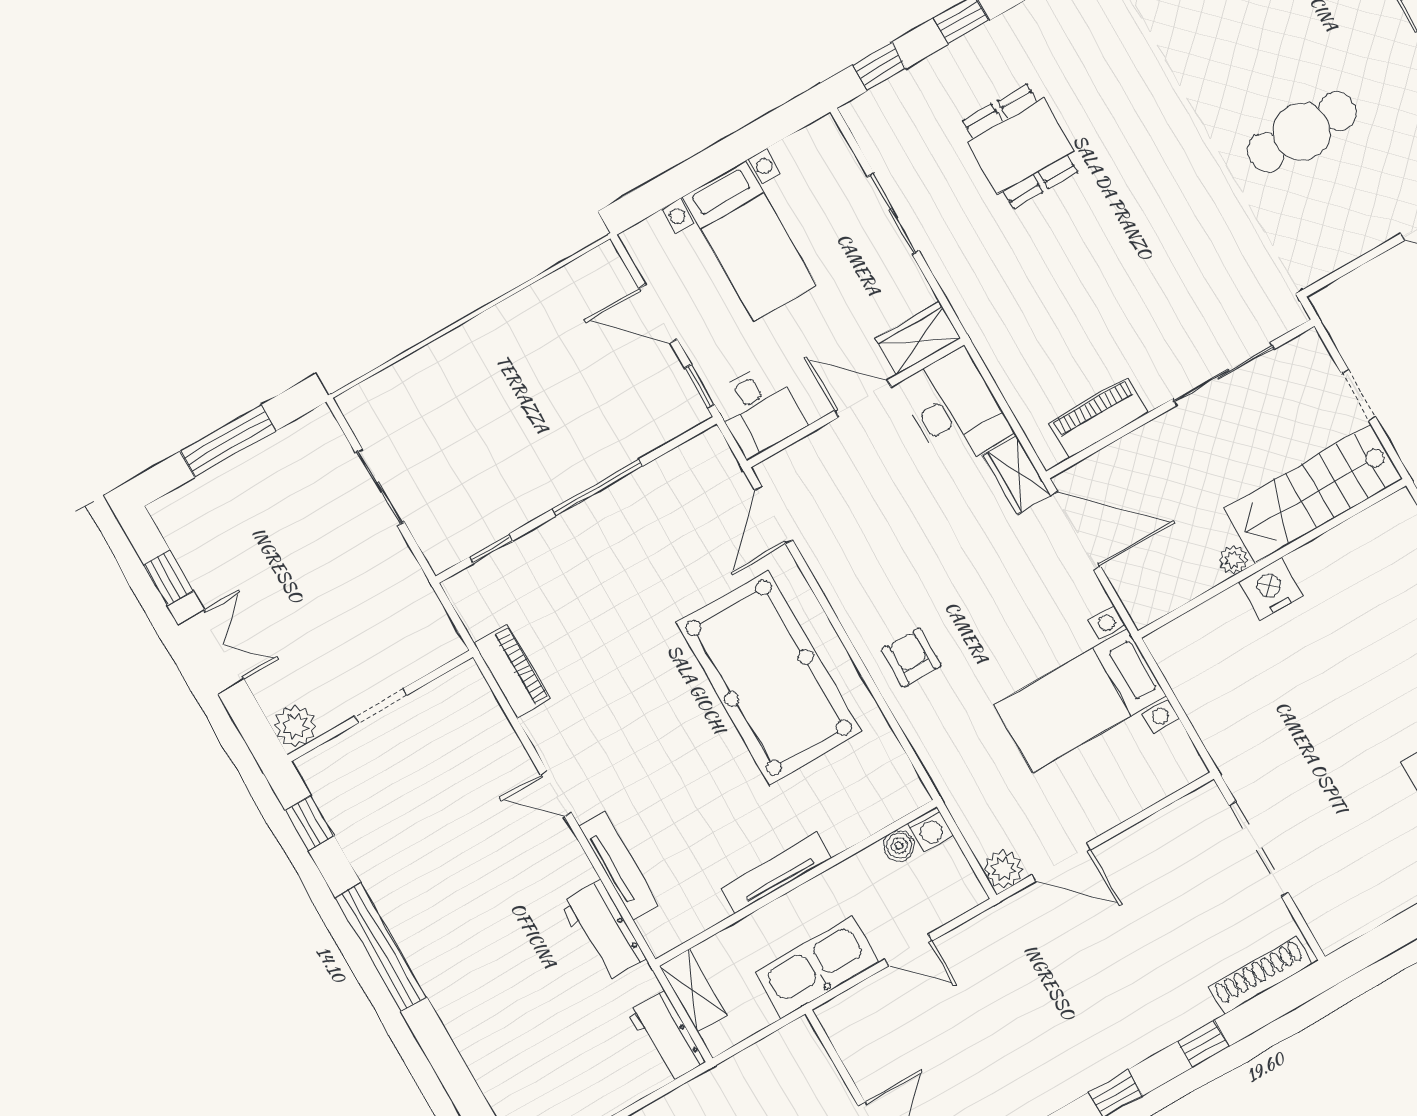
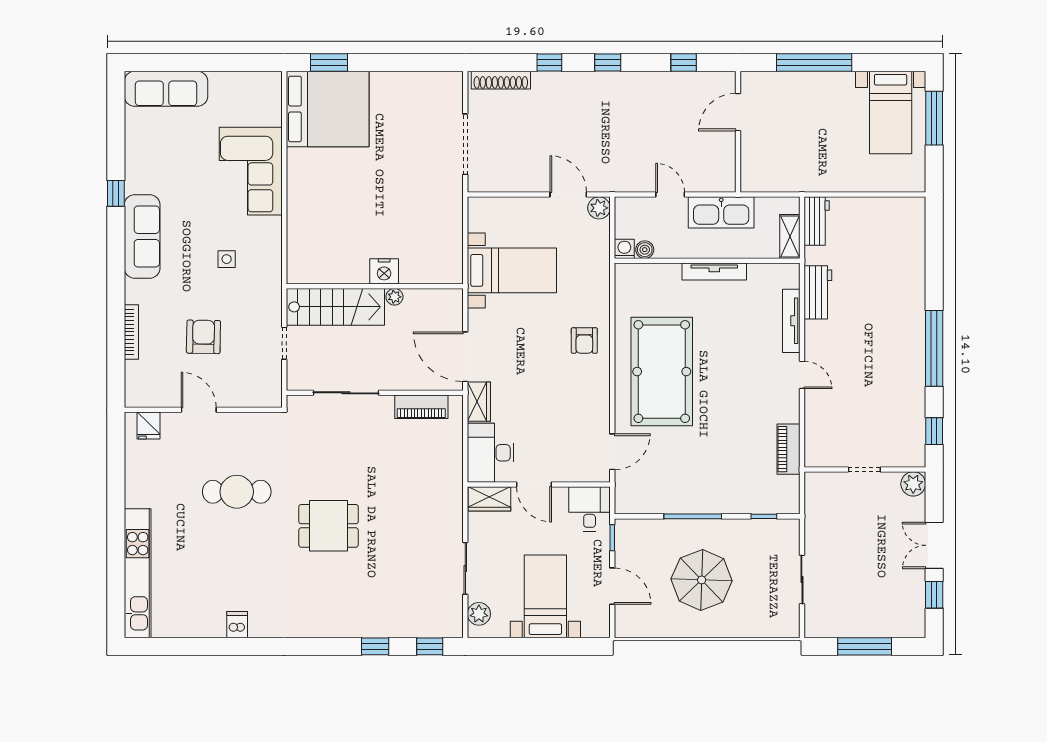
dining table: (1020, 146) -> (329, 526), moved, turned 90
plant: (834, 157) -> (479, 614), added
parasol: (530, 400) -> (702, 580), added

